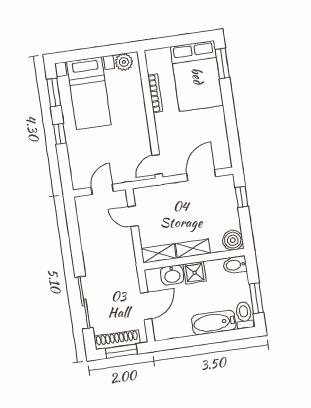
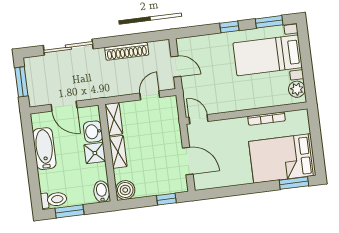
bathtub: (214, 322) -> (44, 149), moved
shoe rack: (117, 340) -> (127, 51), moved, turned 90

